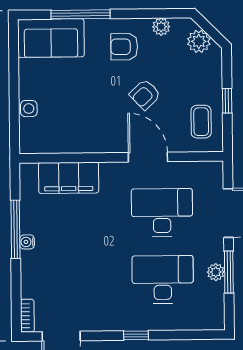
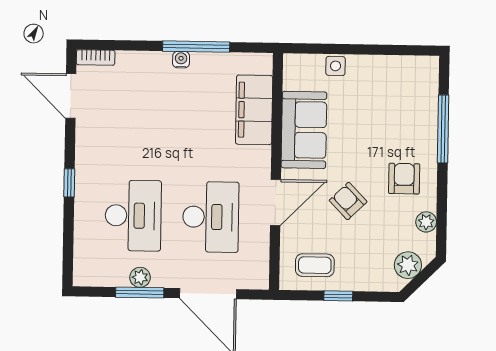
sofa: (51, 38) -> (304, 130), moved, turned 180

